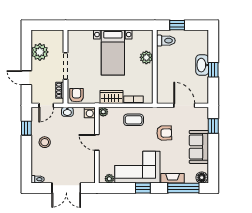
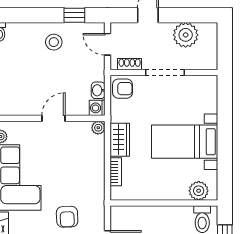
plant: (146, 57) -> (199, 191), moved
washbasin: (67, 112) -> (98, 90), moved
coffee table: (134, 120) -> (86, 172), removed

